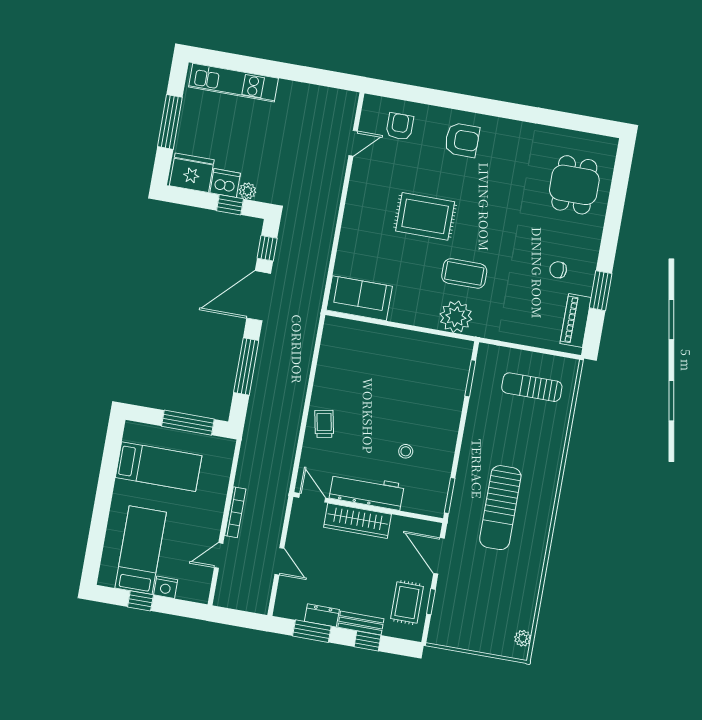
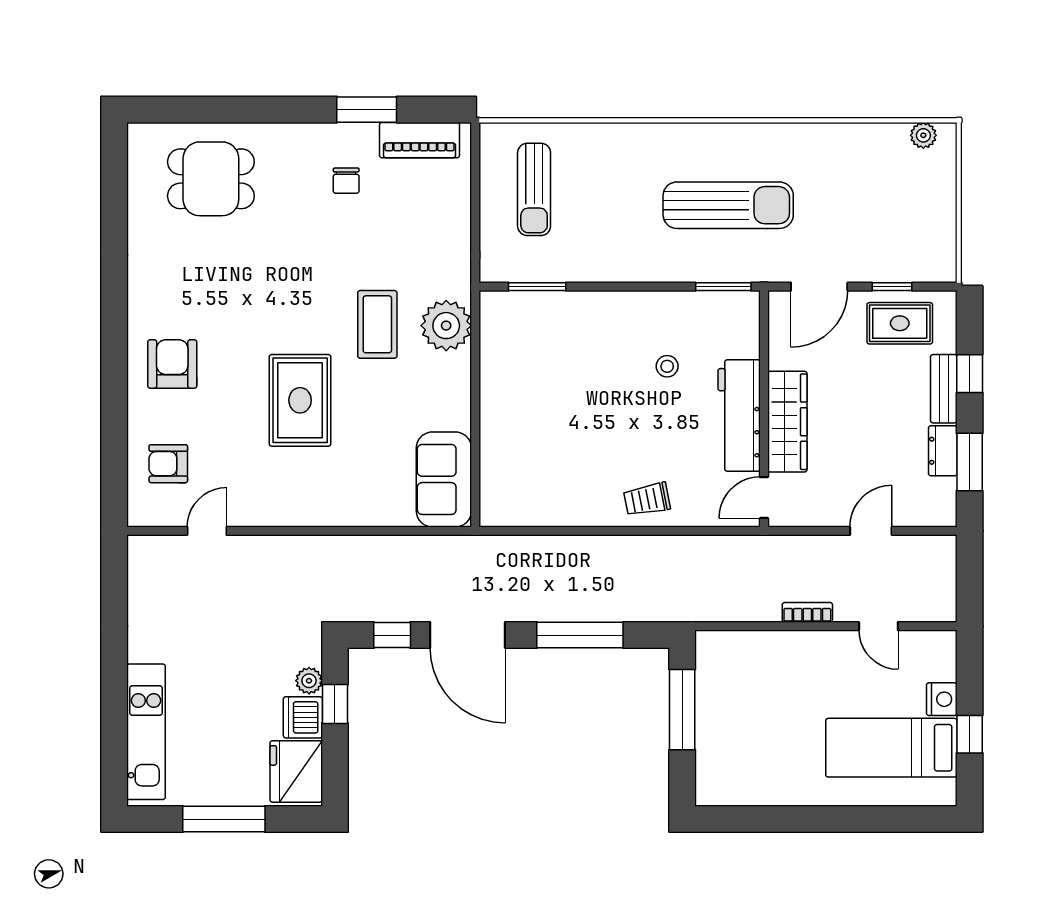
door: (353, 143) -> (207, 531), hinge flipped
bed: (159, 467) -> (758, 743), removed
bookcase: (235, 512) -> (807, 612), width x0.64

